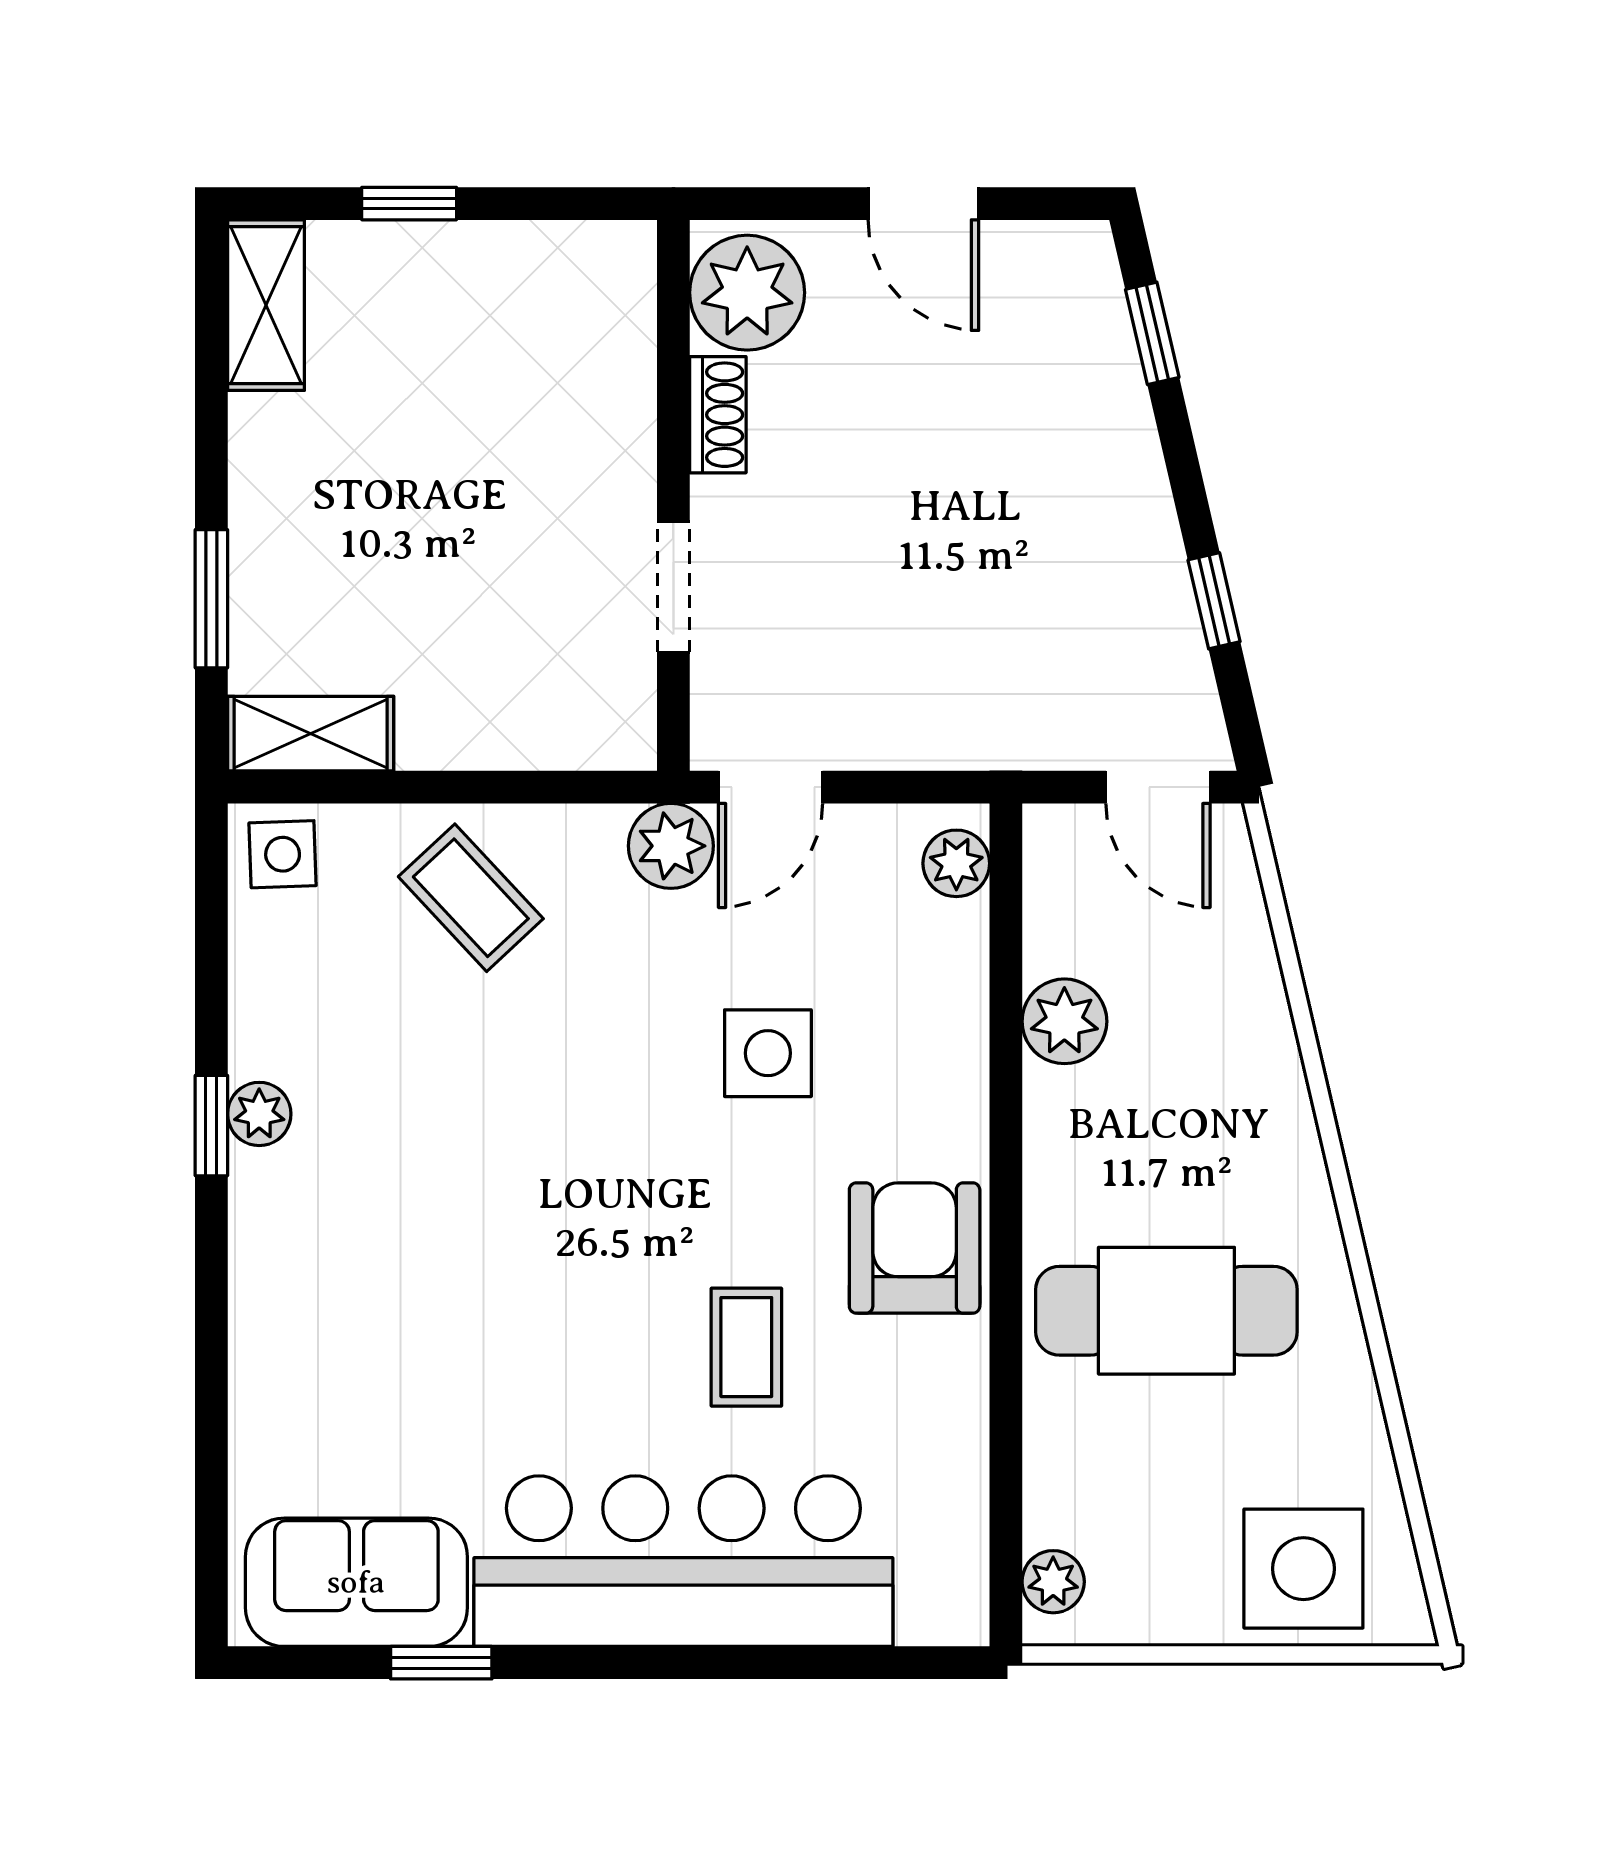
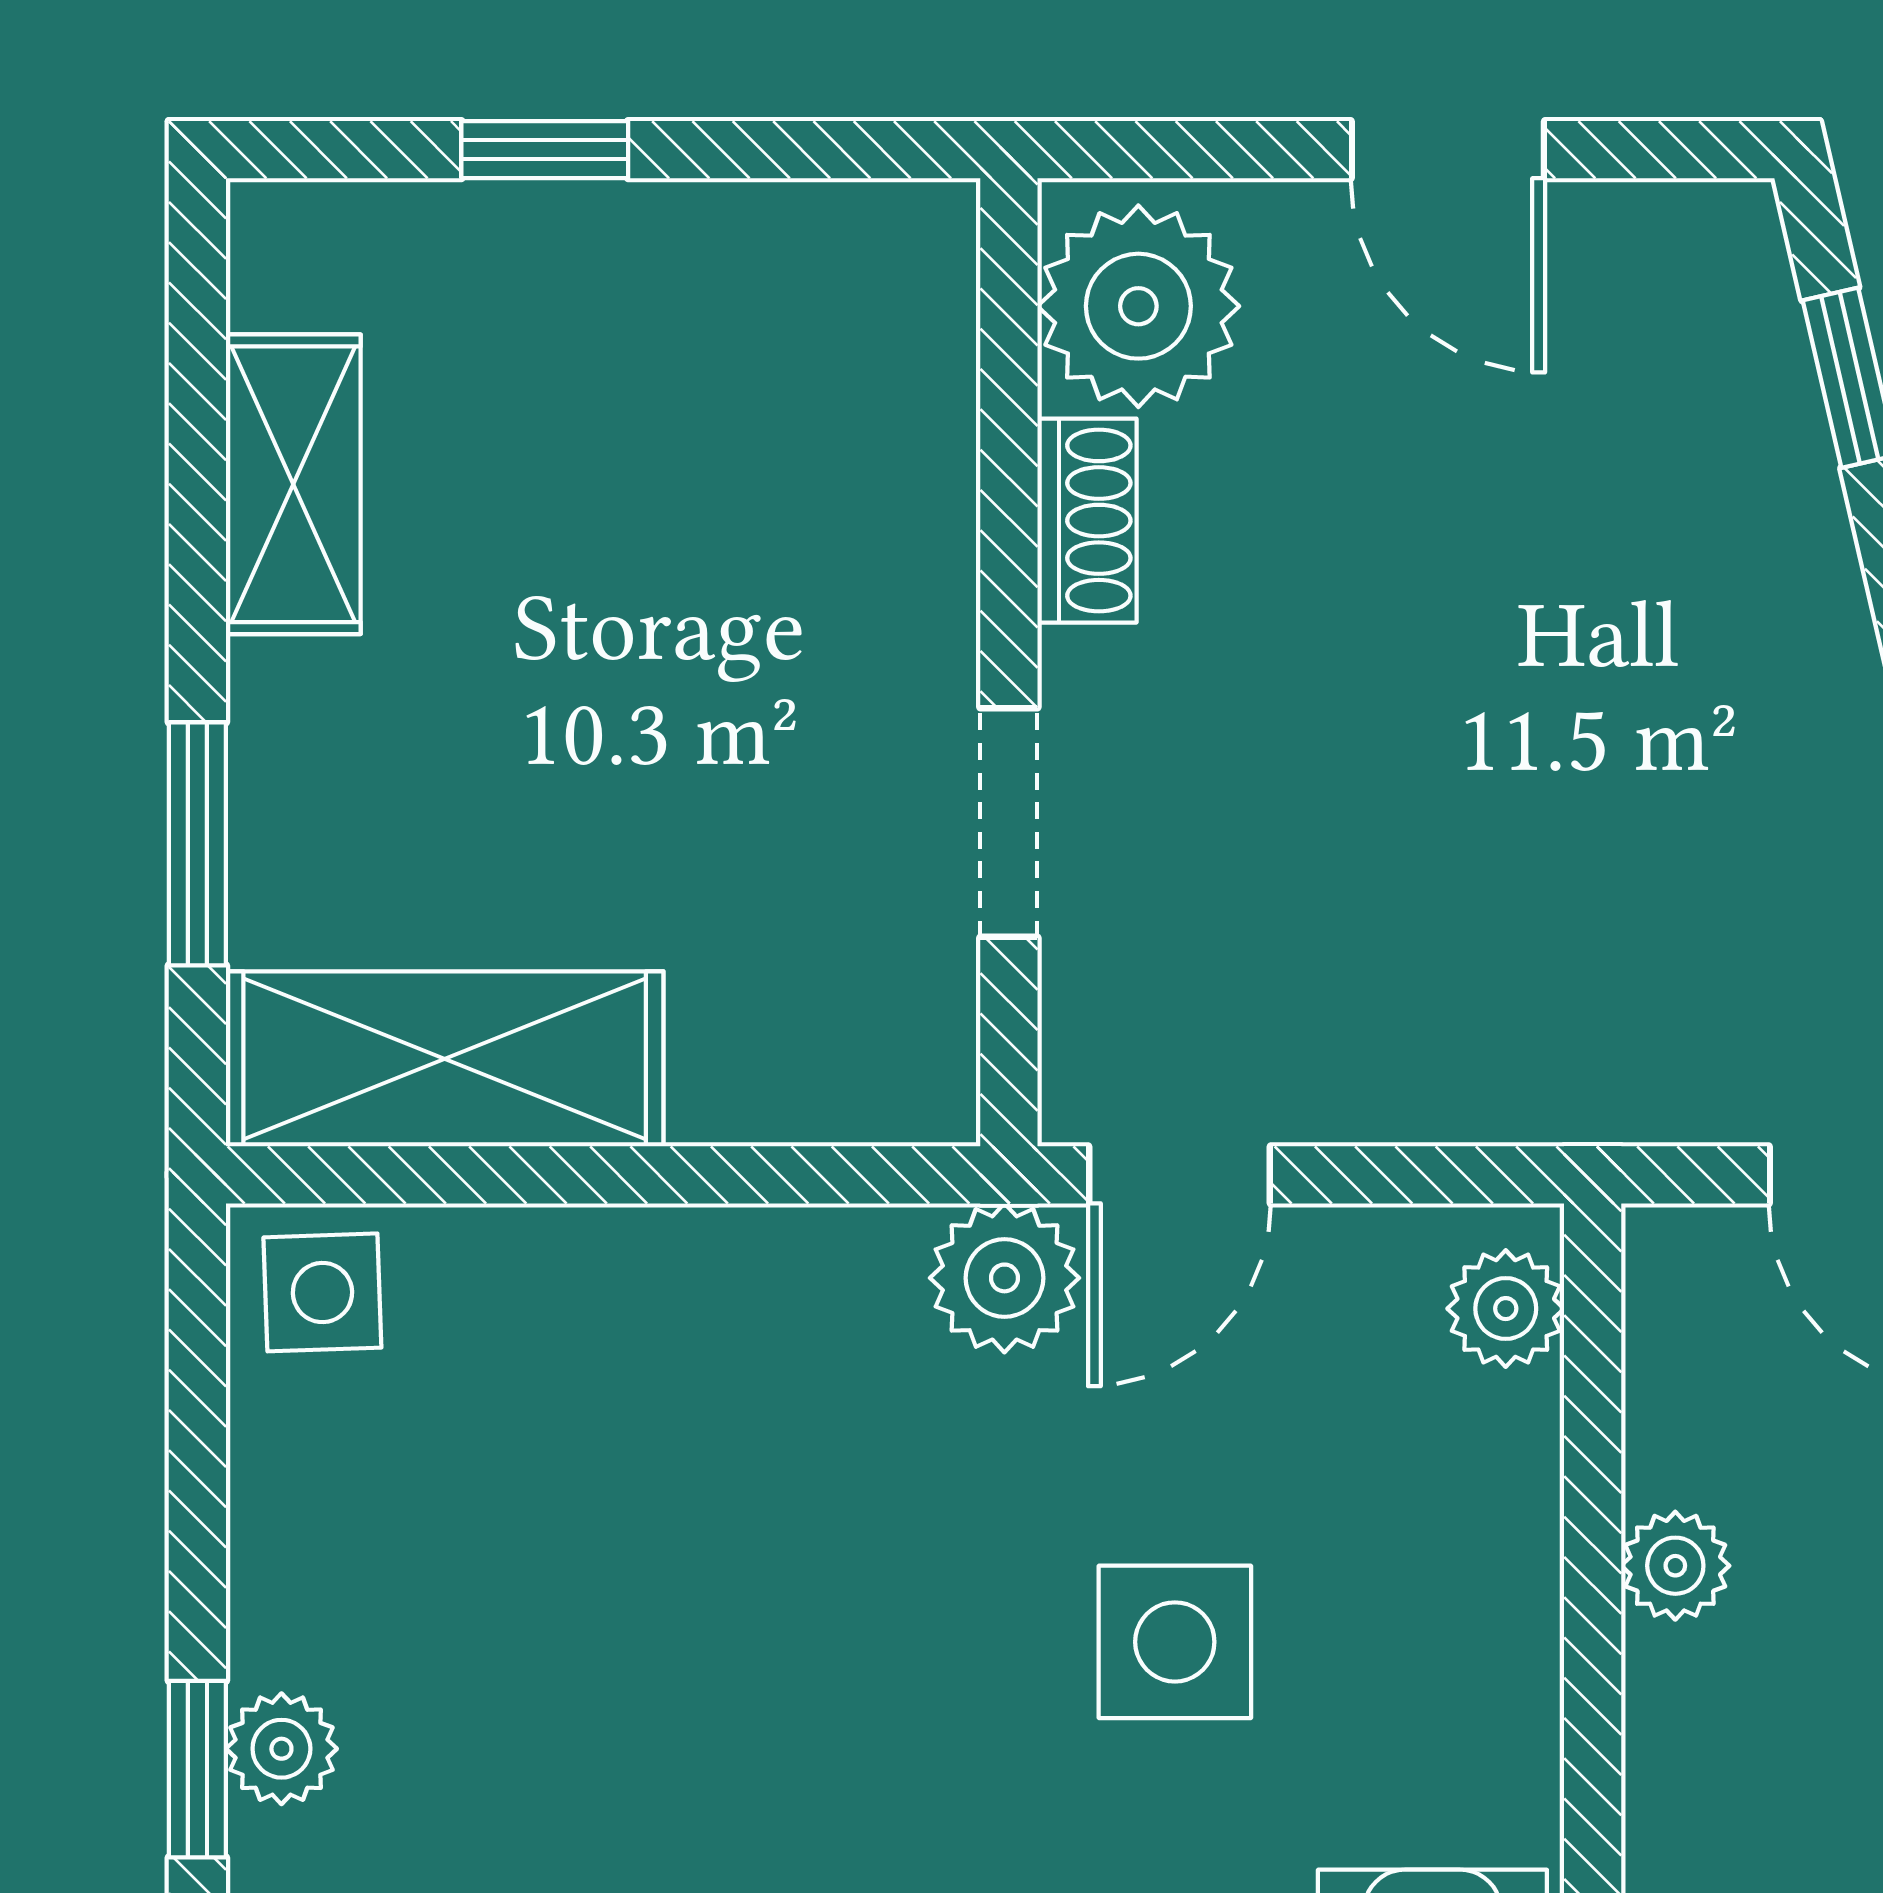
shelving: (266, 305) -> (293, 484), moved
shelving: (311, 734) -> (445, 1059), width x1.50, depth x1.33
coffee table: (471, 898) -> (653, 1369), removed
plant: (1064, 1021) -> (1675, 1566), width x0.73, depth x0.73

